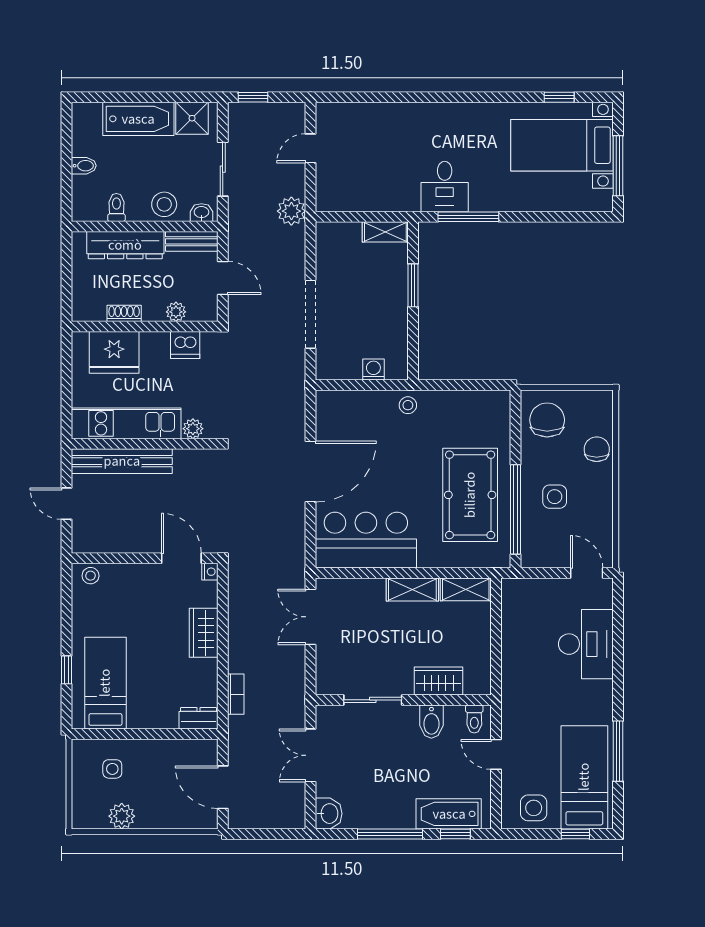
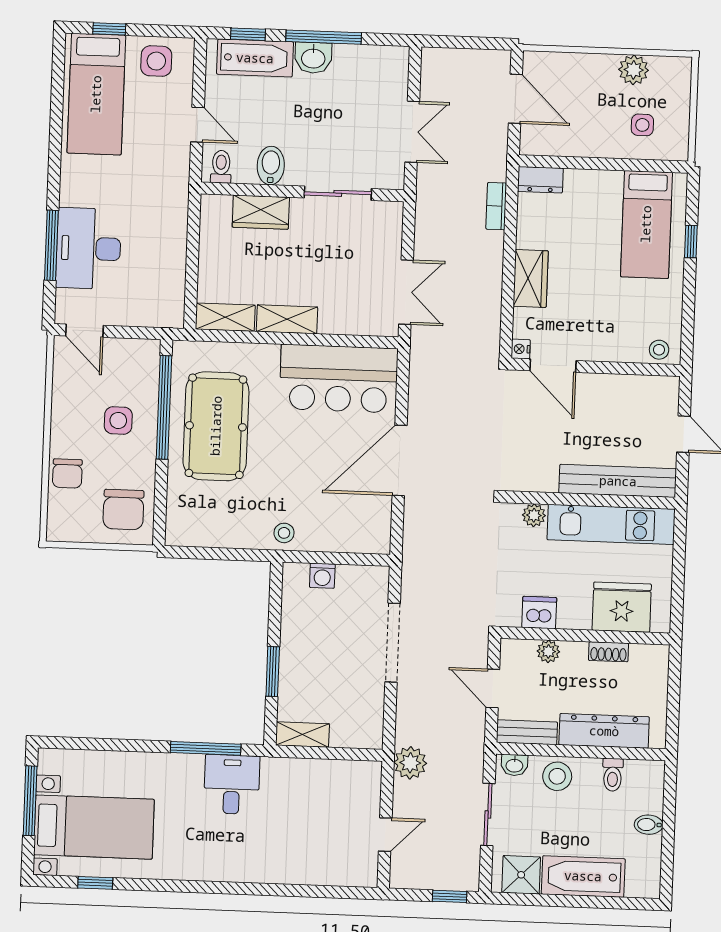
window: (618, 751) -> (51, 245), moved
washbasin: (329, 814) -> (313, 58), moved, turned -90

